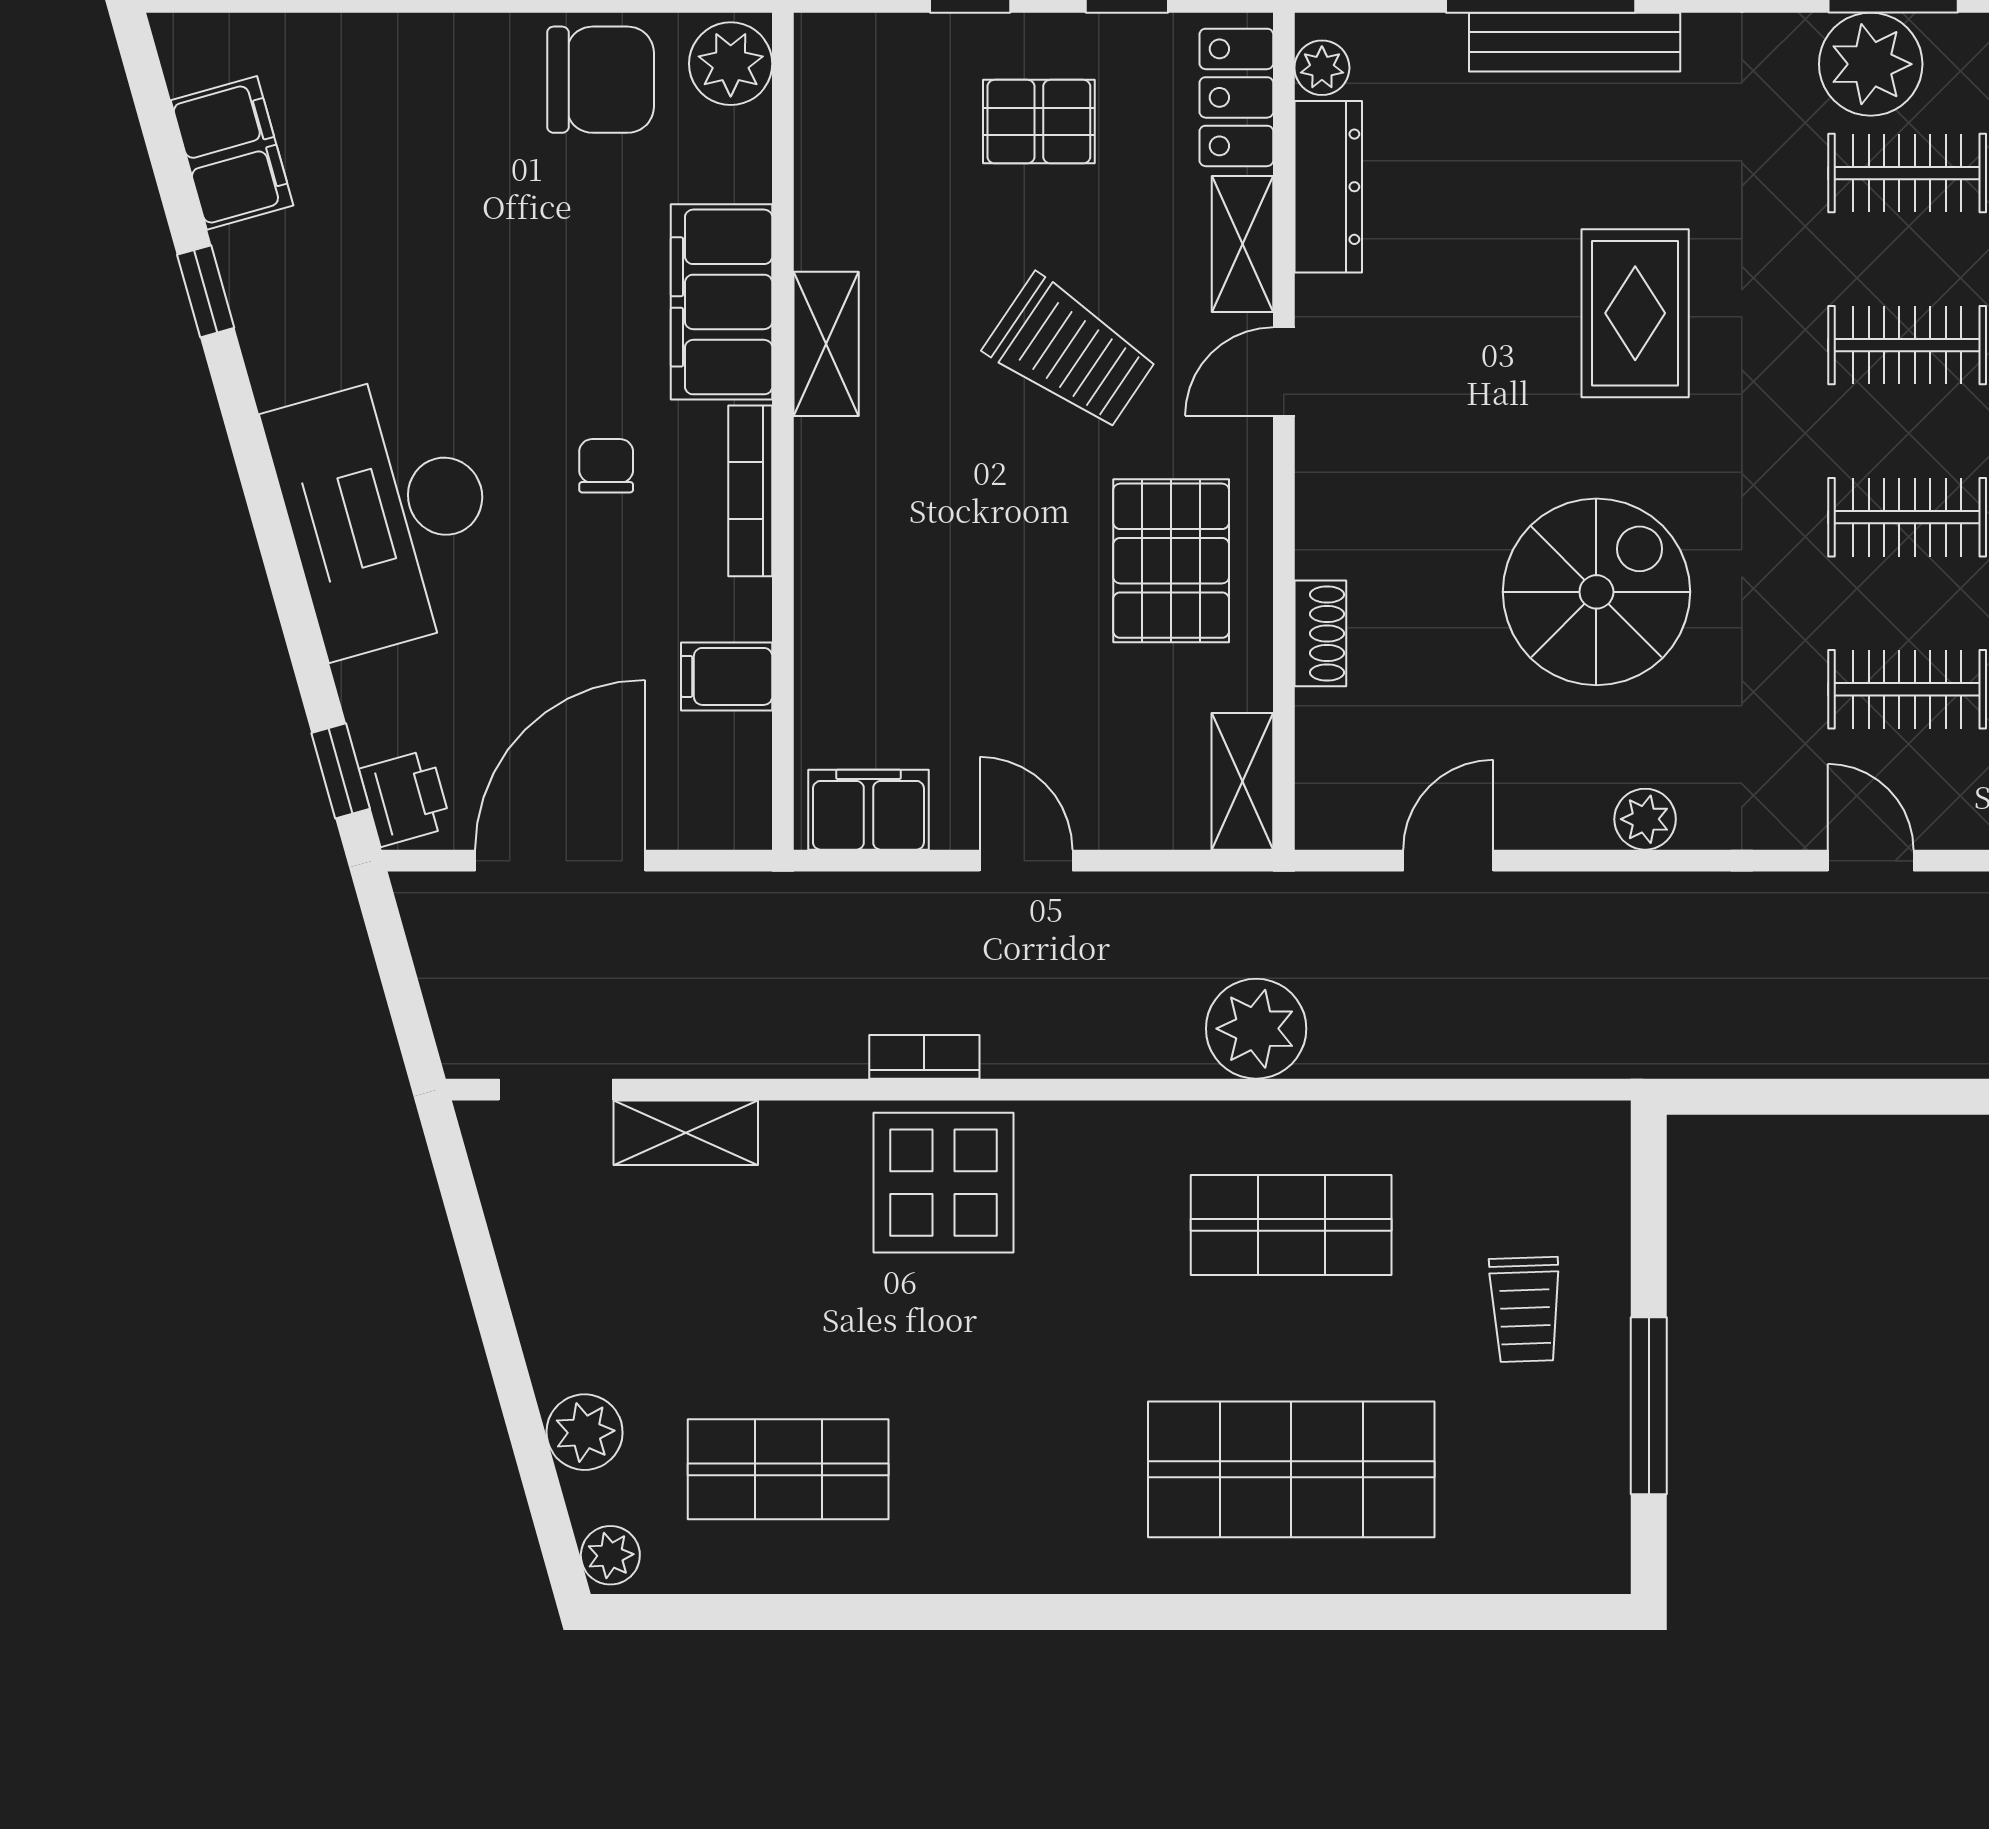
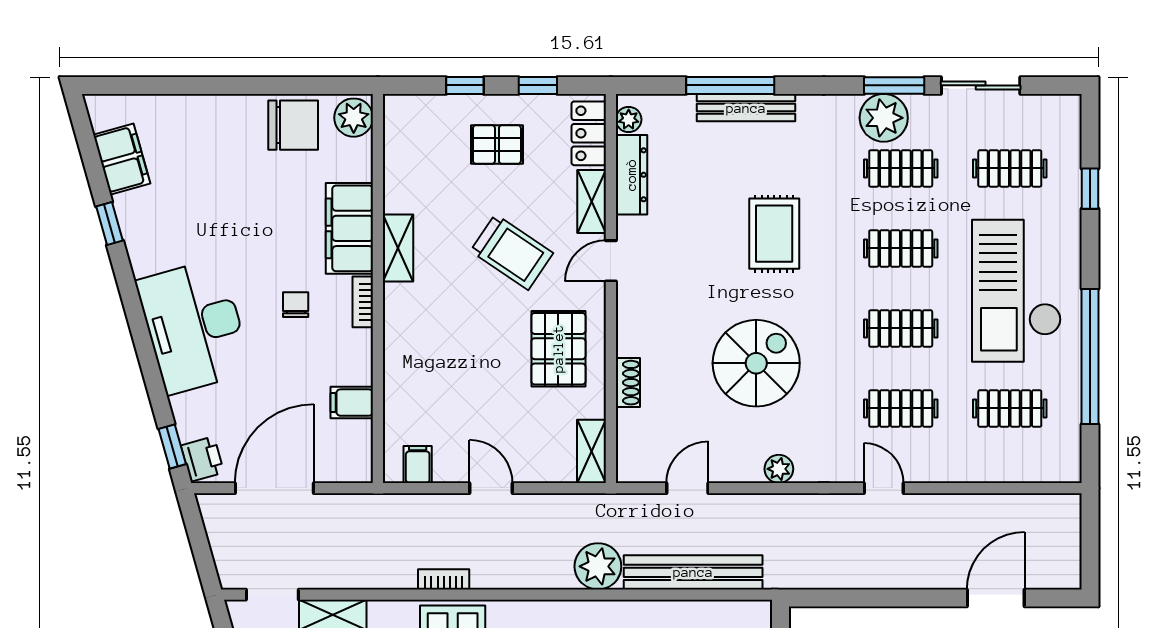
bookcase: (750, 491) -> (363, 302), width x0.64
filing cabinet: (868, 810) -> (418, 465), width x0.50
bench: (1461, 1042) -> (693, 572), added

